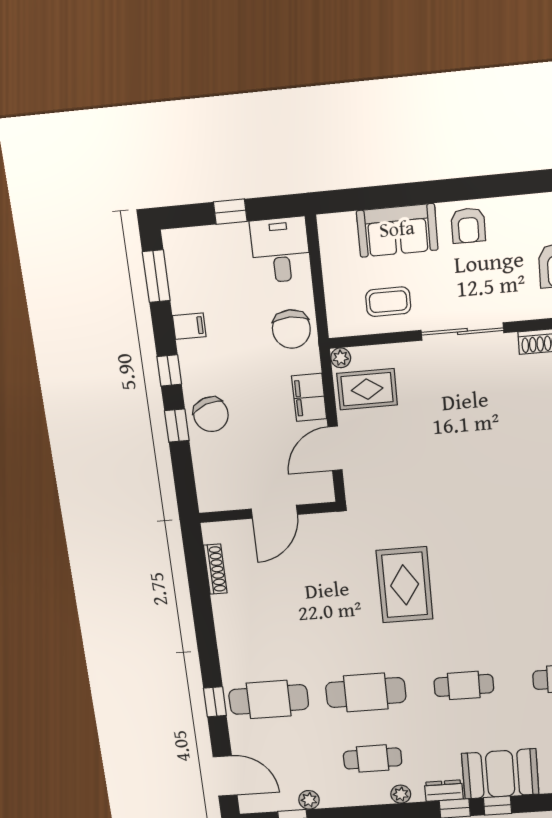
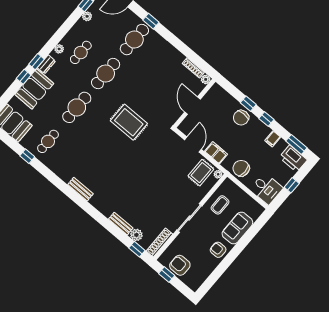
printer: (184, 257) -> (293, 159), added
chair: (211, 414) -> (241, 118), turned -71
plant: (212, 532) -> (206, 79), added
cafe table: (464, 685) -> (77, 107), width x1.37, depth x1.35

